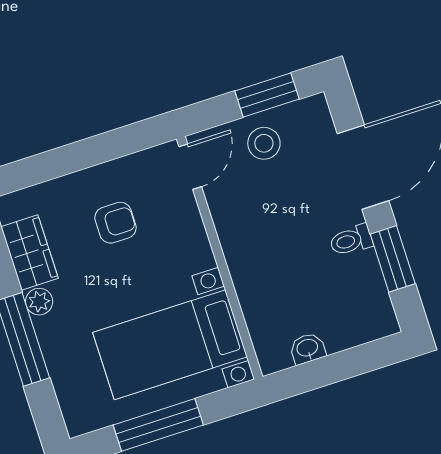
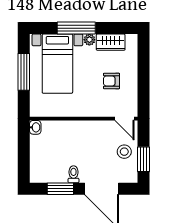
armchair: (115, 223) -> (111, 81), turned 90
bed with nightstands: (170, 345) -> (57, 64), moved, turned 180
washbasin: (307, 348) -> (35, 127), moved

